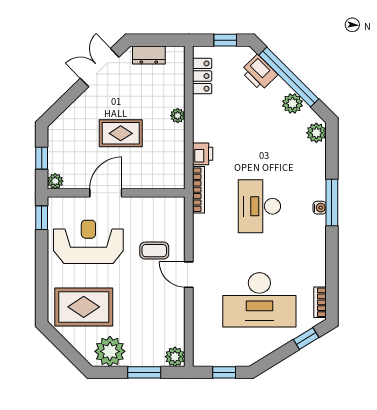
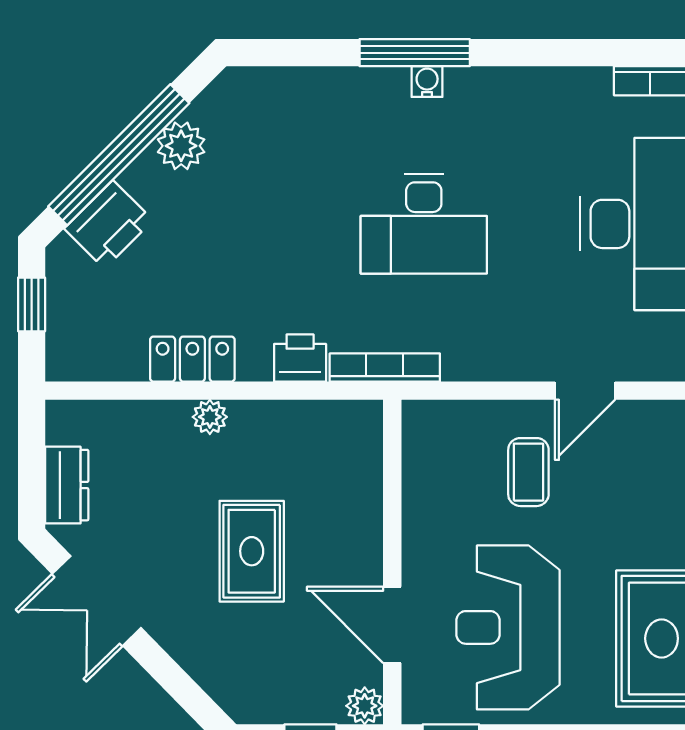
locker: (202, 76) -> (192, 359), moved
plant: (316, 133) -> (250, 90), removed
door: (106, 193) -> (392, 625), moved

